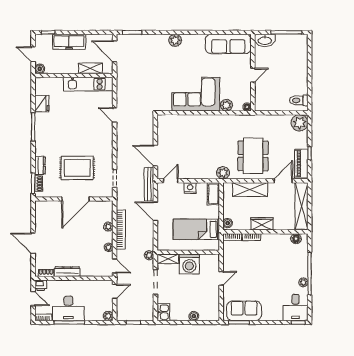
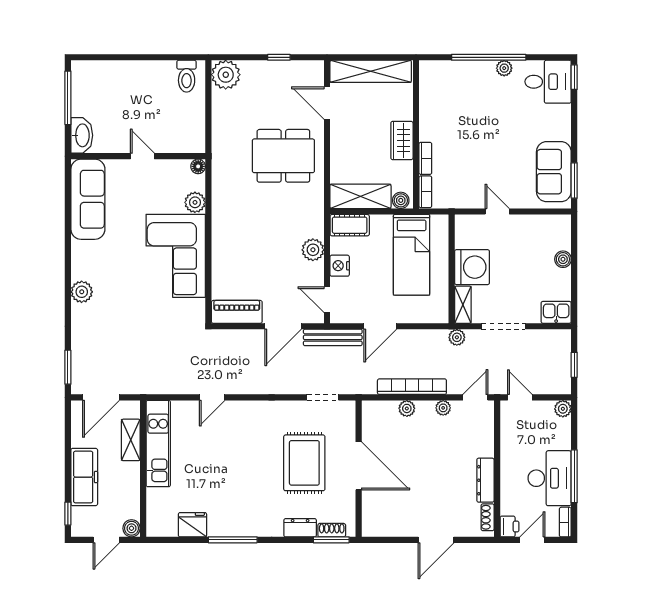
piano: (301, 163) -> (237, 312), moved, turned 180
plant: (223, 173) -> (313, 250), moved
shelving: (250, 190) -> (360, 196), moved, turned 90
floor lamp: (296, 239) -> (428, 81), removed

